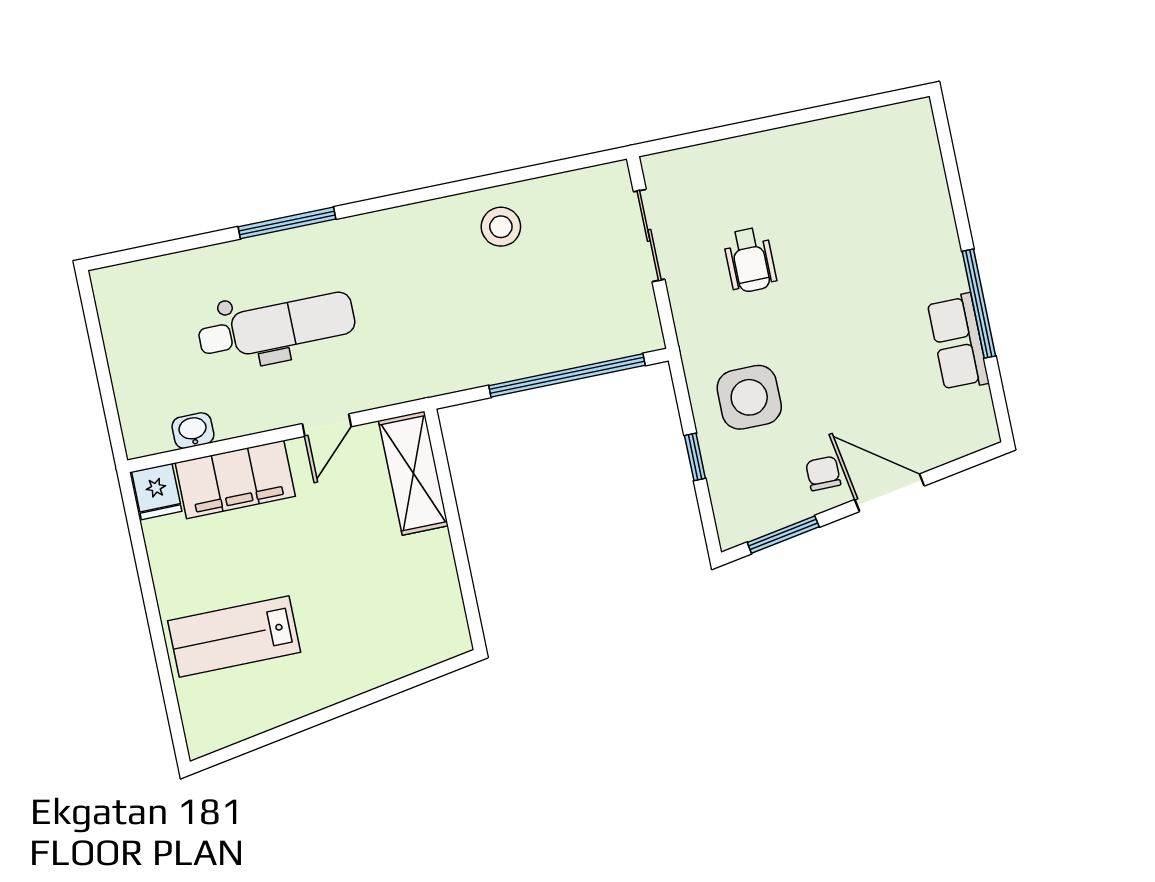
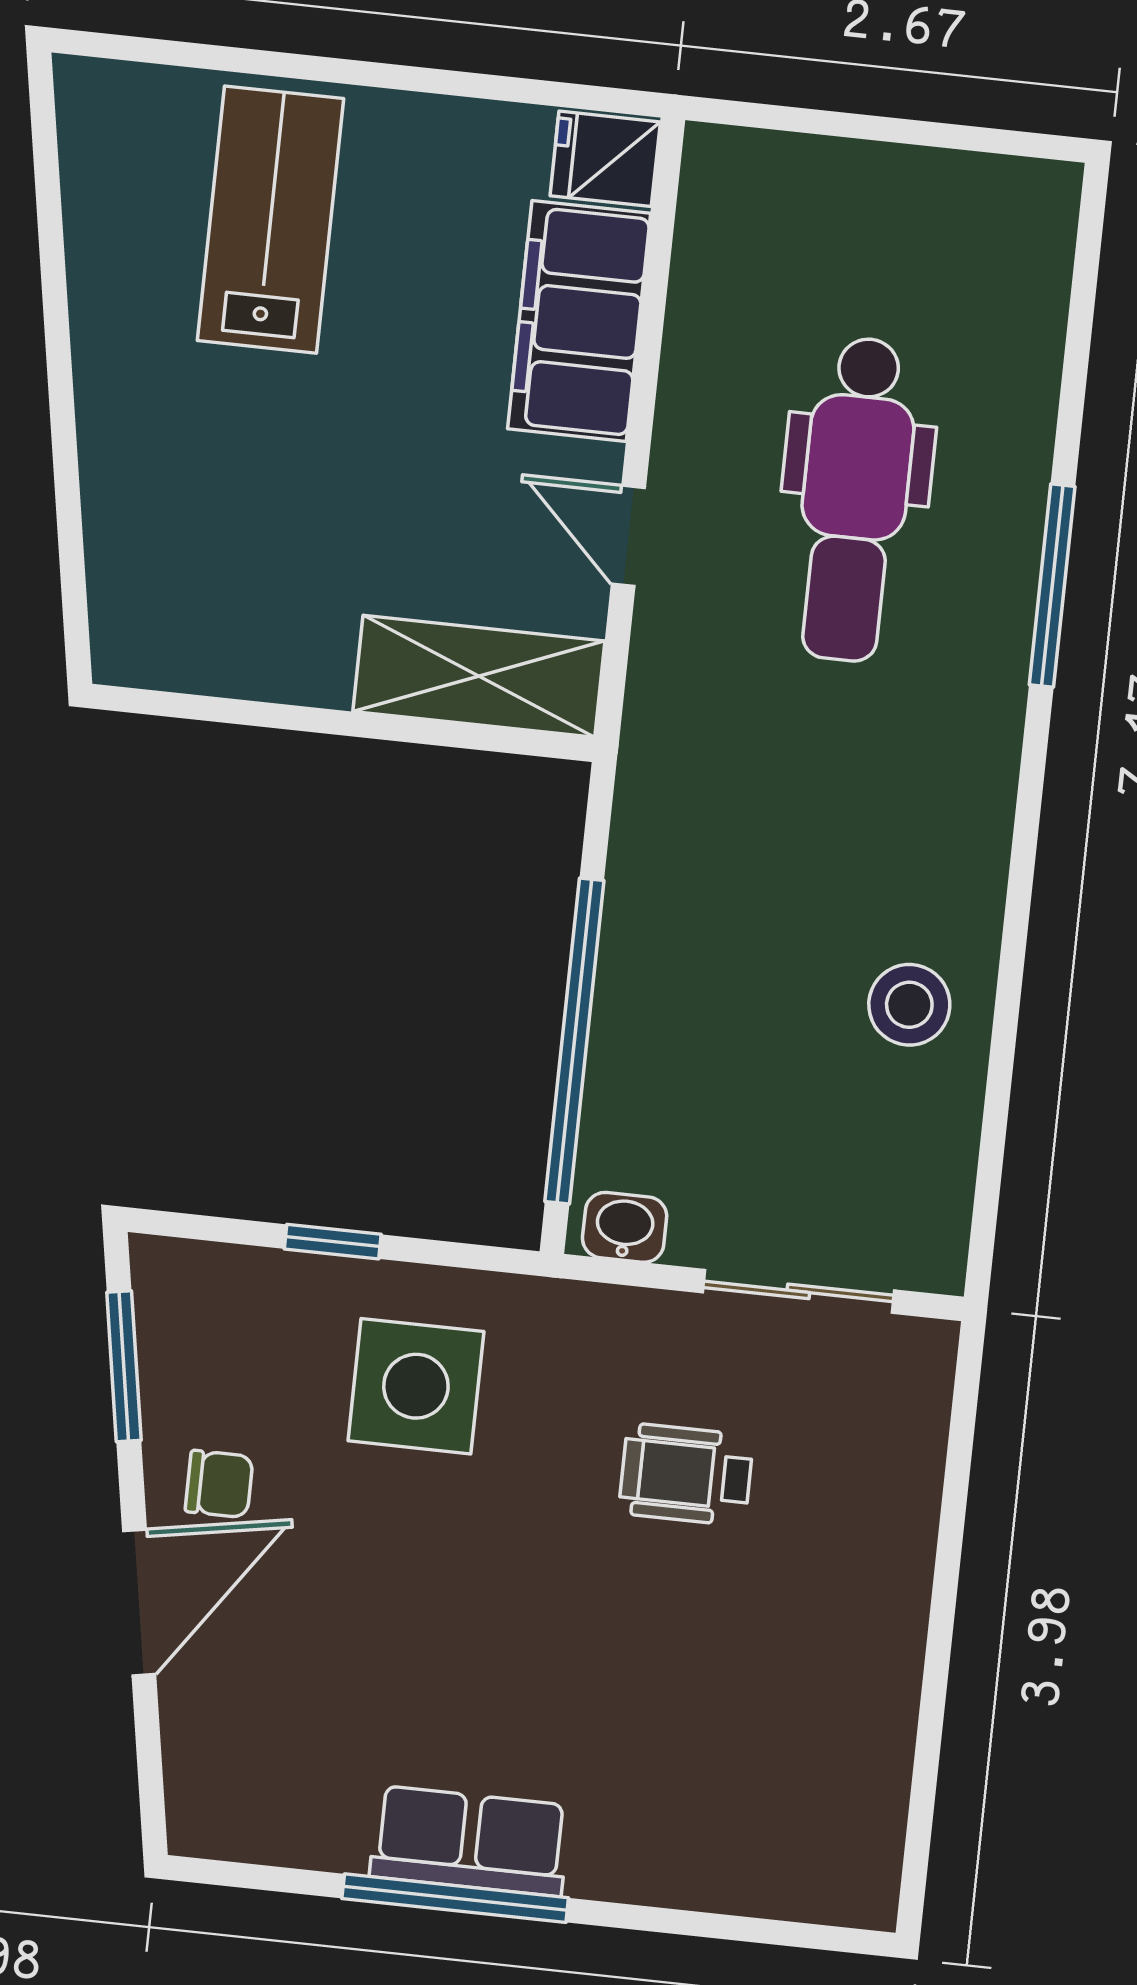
row of seats: (958, 342) -> (470, 1841), moved
washbasin: (193, 431) -> (625, 1227), moved, turned -90

